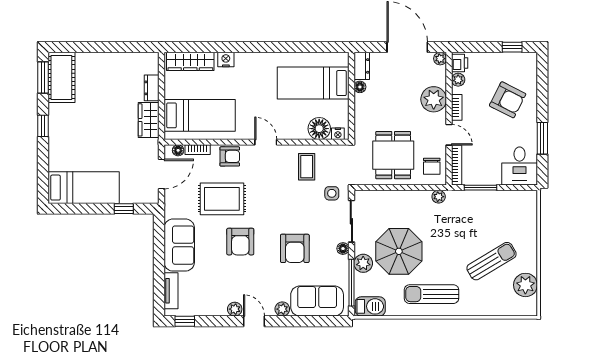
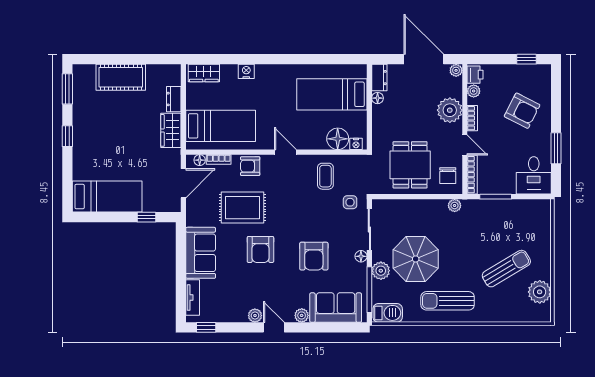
wardrobe: (190, 61) -> (204, 73), width x0.67
cot: (61, 77) -> (121, 77), moved, turned 90
armchair: (230, 156) -> (250, 166), turned 180

